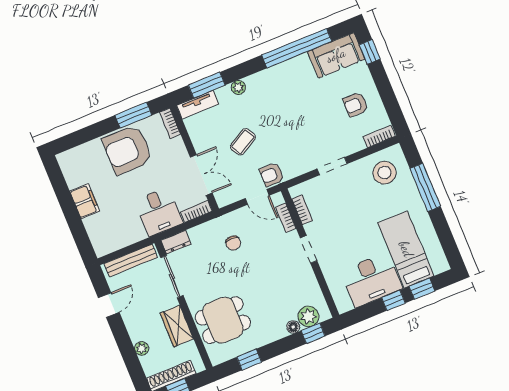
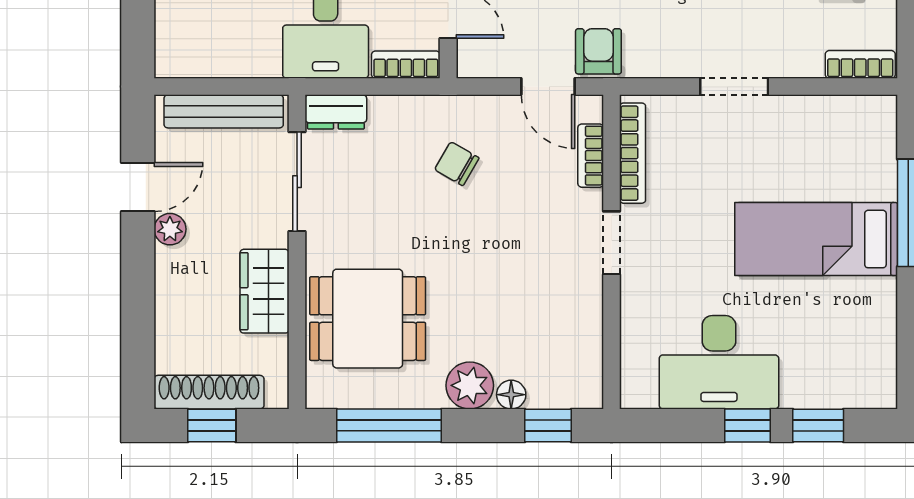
stool: (384, 173) -> (840, 146), removed
armchair: (272, 174) -> (598, 51), turned 90
bookcase: (302, 210) -> (633, 153), width x1.56
chair: (233, 243) -> (457, 164), turned 120
bed: (406, 249) -> (816, 239), moved, turned -90
plant: (308, 316) -> (470, 385), moved
plant: (142, 348) -> (170, 229), moved
window: (249, 360) -> (389, 425), width x2.17

